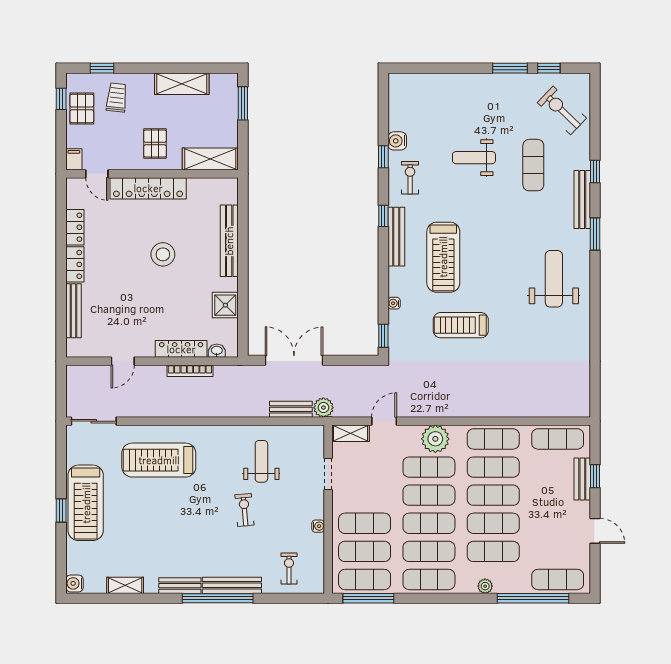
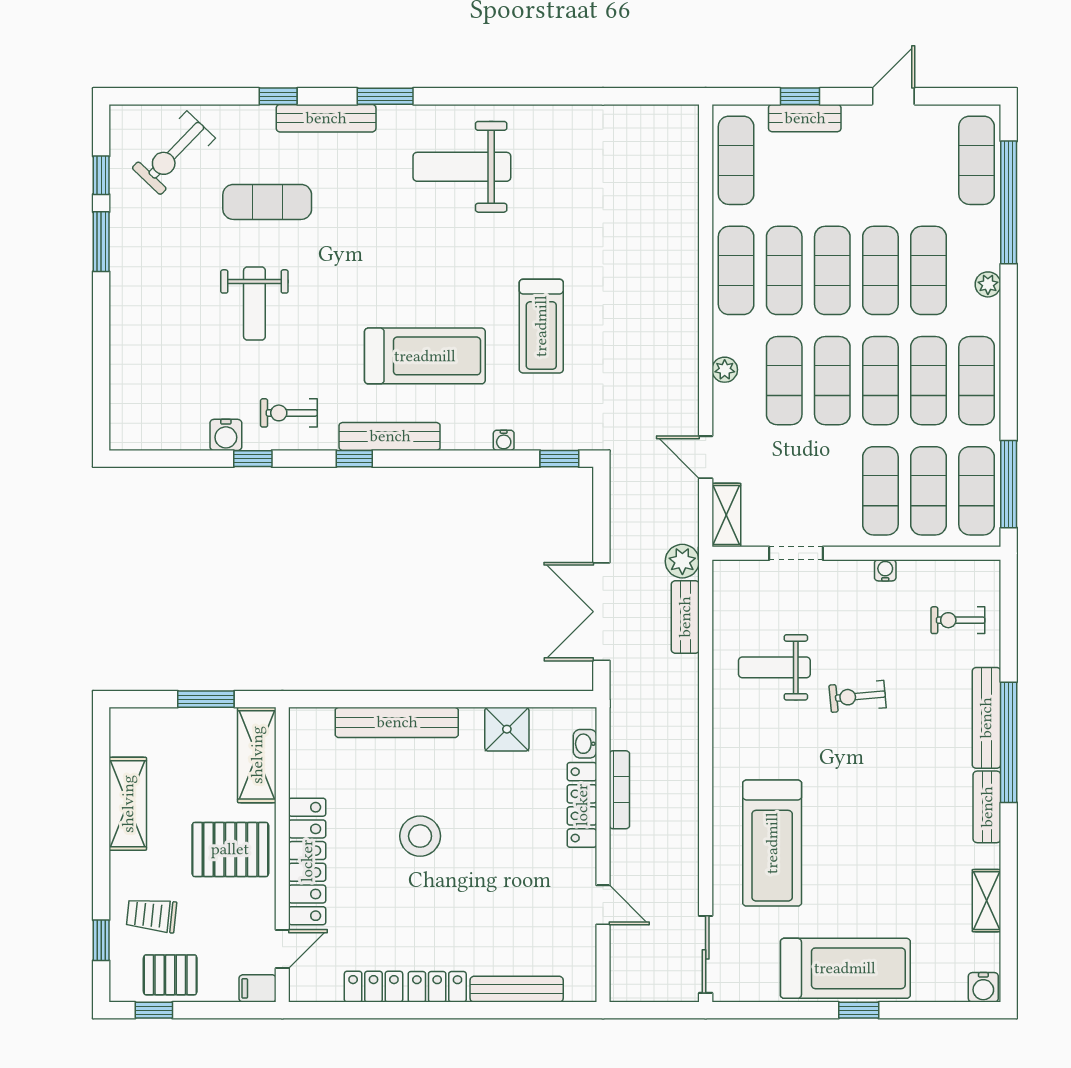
window: (243, 103) -> (206, 699), moved
pallet: (155, 144) -> (230, 849), width x1.50, depth x1.42
plant: (435, 439) -> (725, 370), width x0.53, depth x0.53

